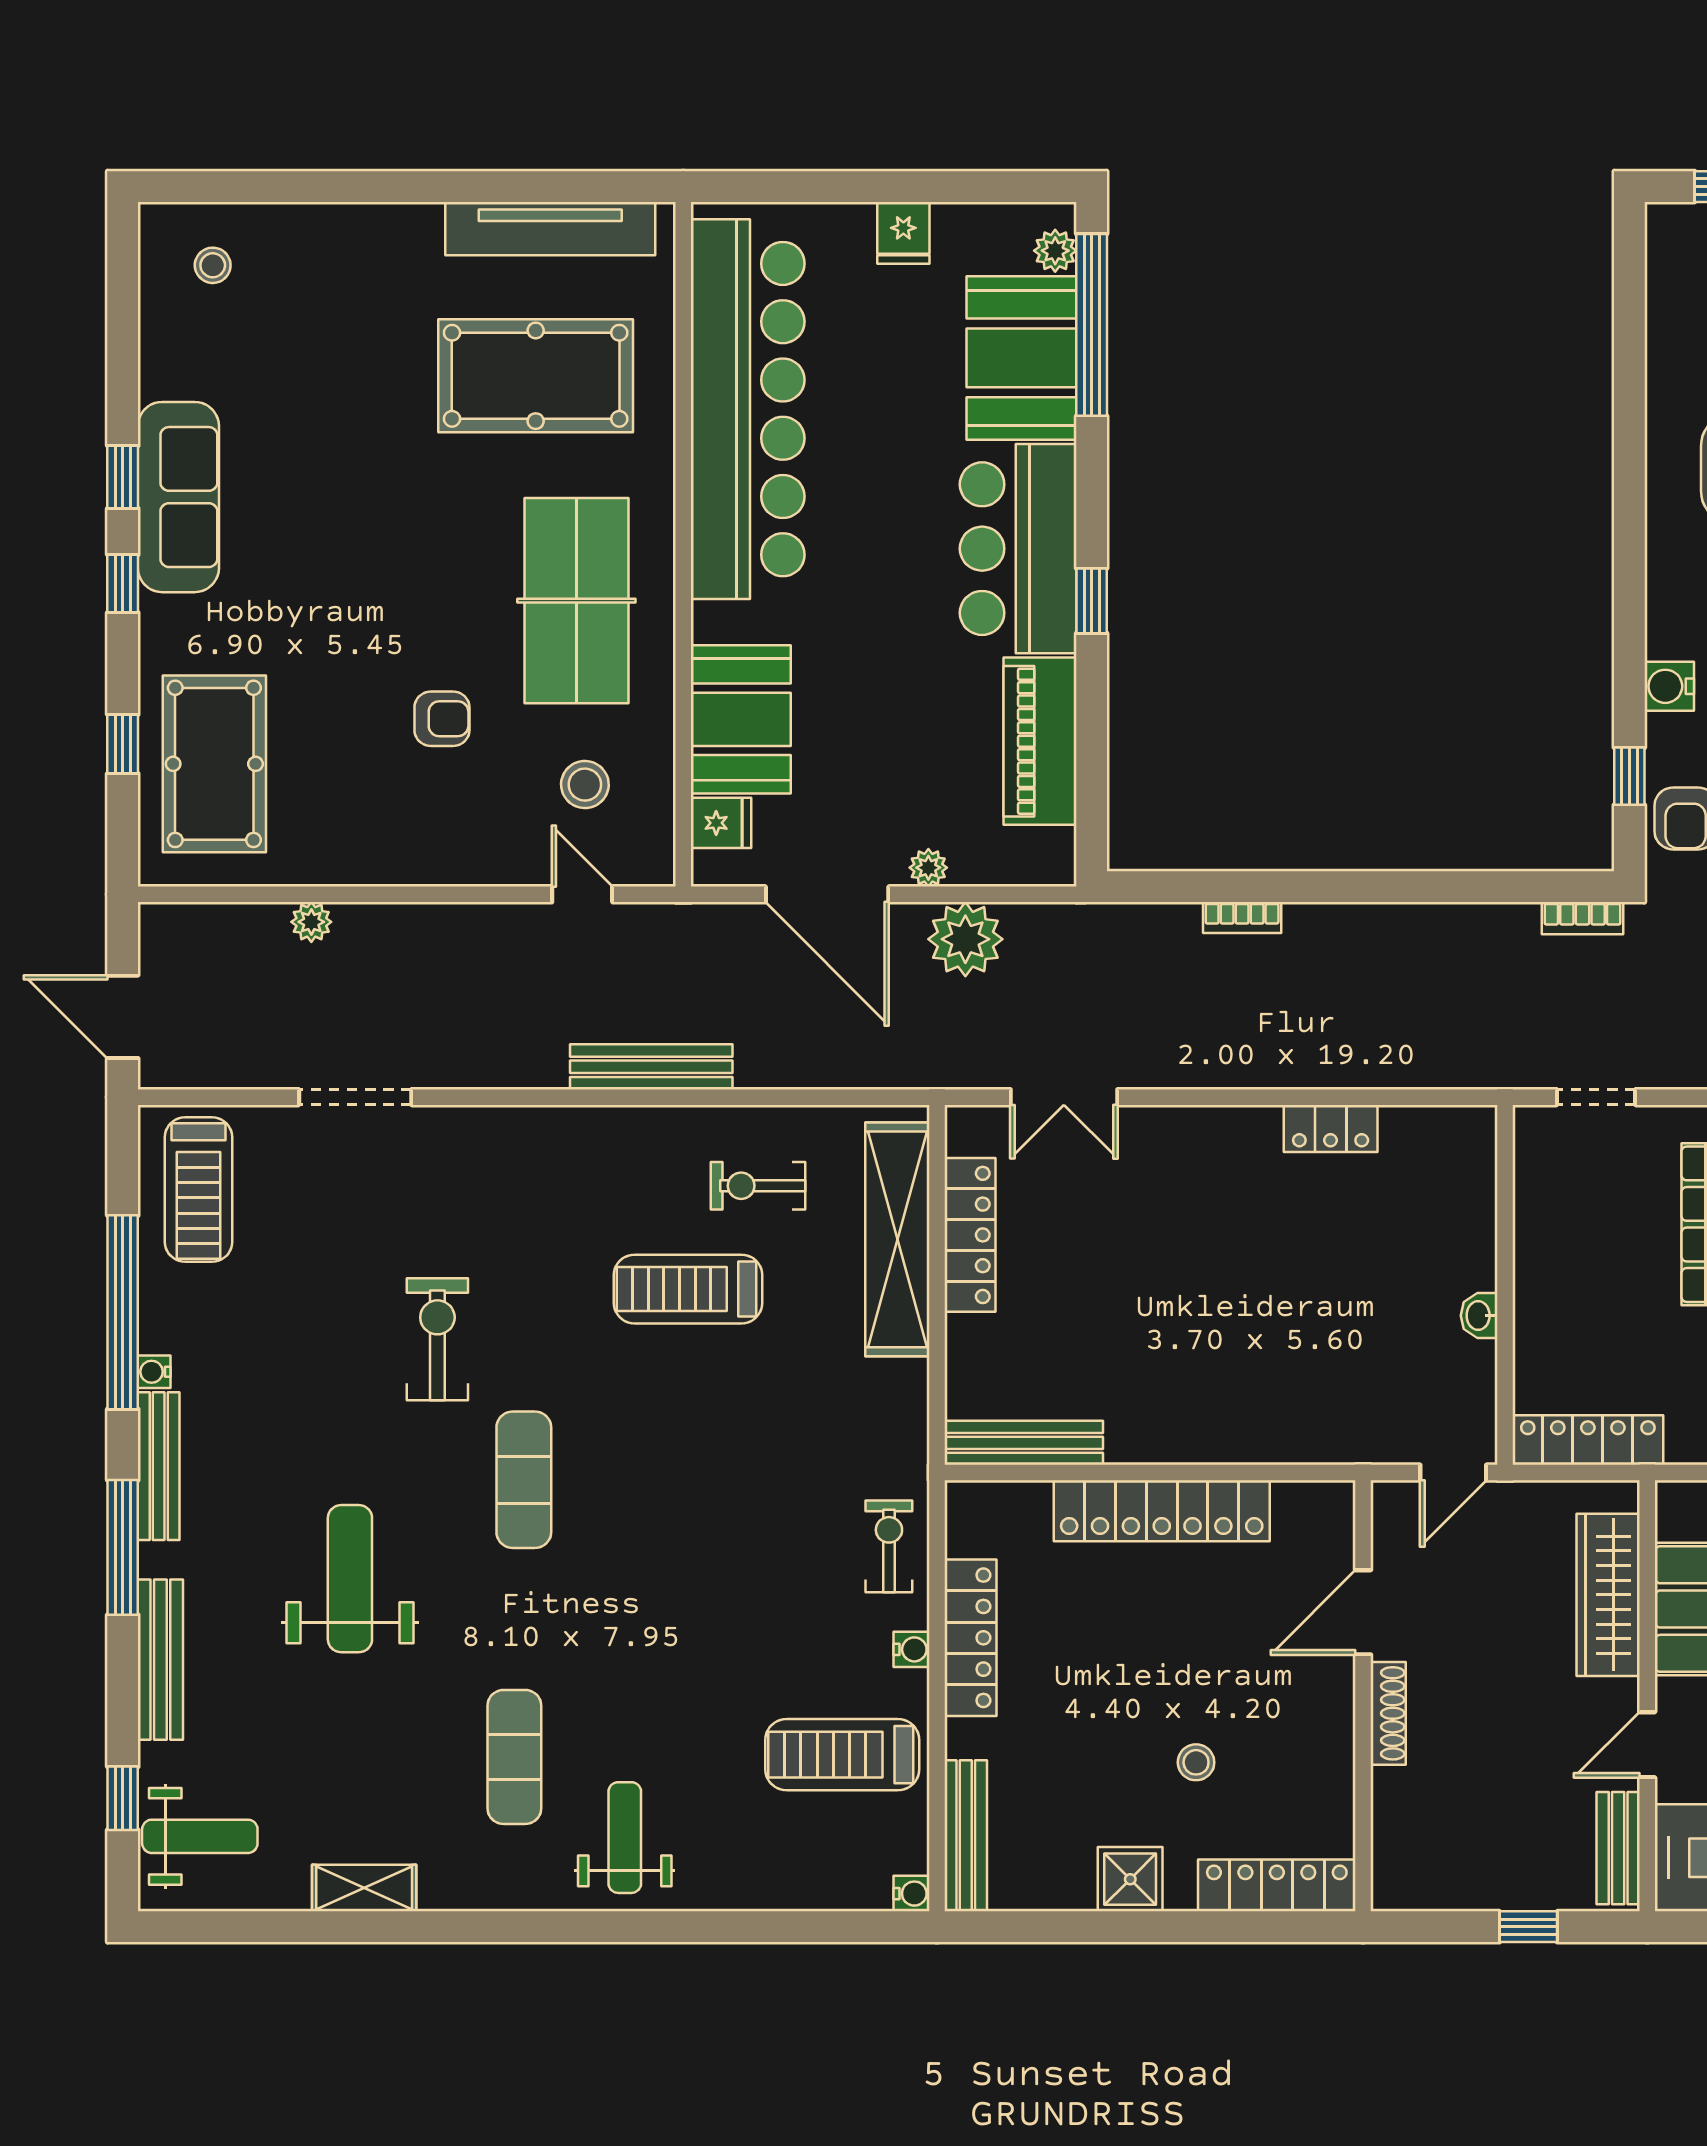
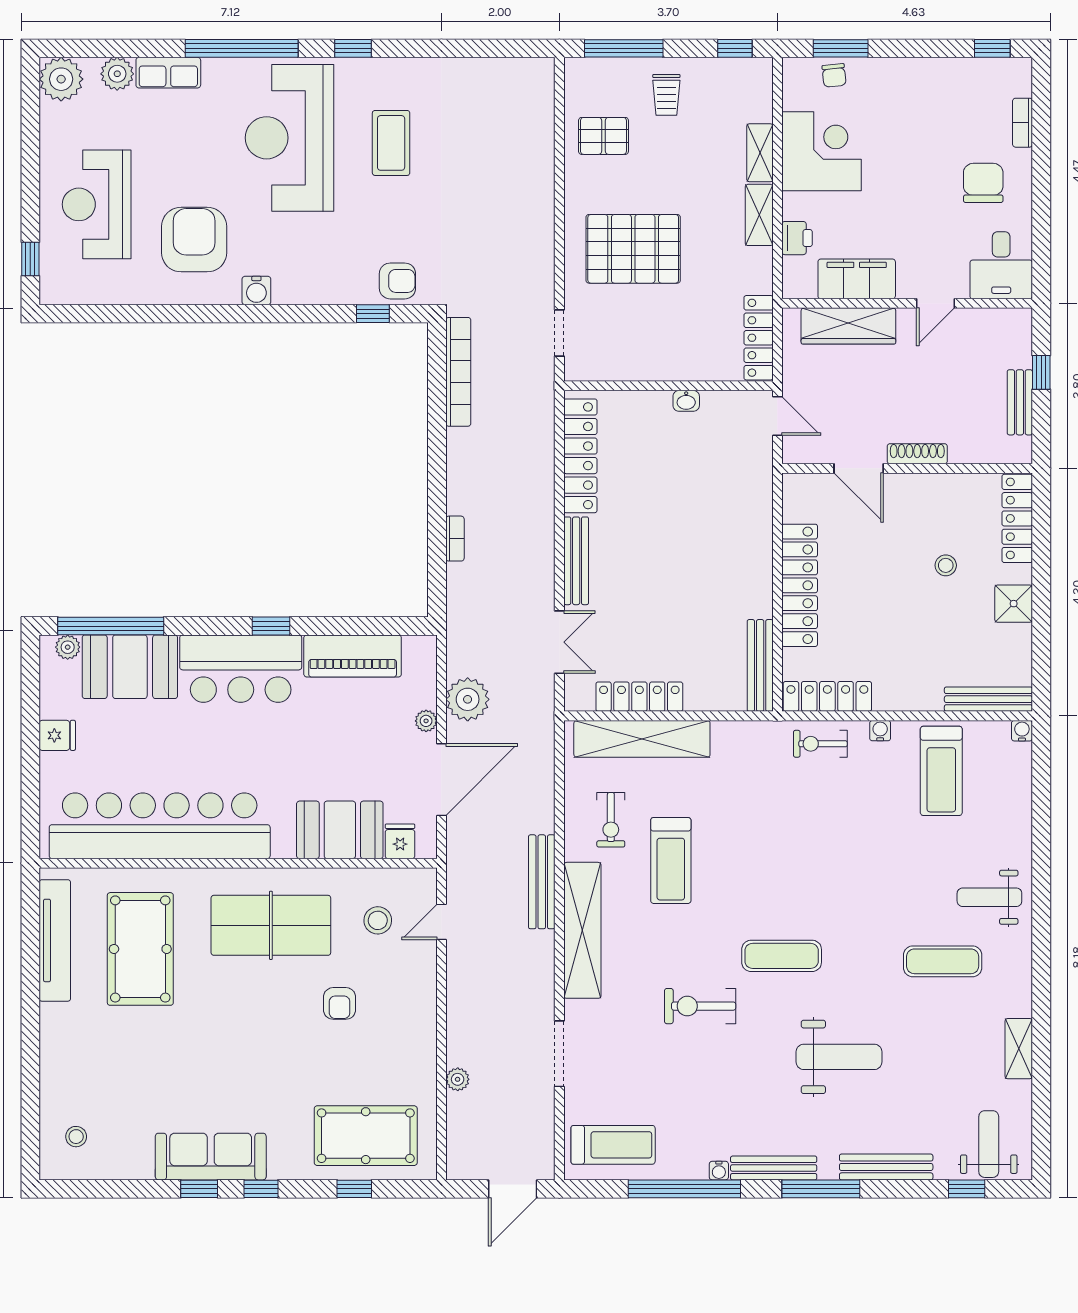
water cooler: (1669, 686) -> (256, 290), moved
armchair: (442, 719) -> (340, 1003), turned 180
bookcase: (1582, 918) -> (458, 372), width x2.31, depth x1.31
bench: (1204, 1126) -> (576, 561), added
locker: (1331, 1128) -> (580, 456), width x2.16, depth x1.21
shelving: (568, 1137) -> (582, 930), added
weight bench: (350, 1579) -> (839, 1057), turned 180
locker: (970, 1638) -> (827, 696), moved
door: (1647, 1745) -> (935, 303), hinge flipped
bench: (1618, 1848) -> (1020, 402), moved, turned 90

